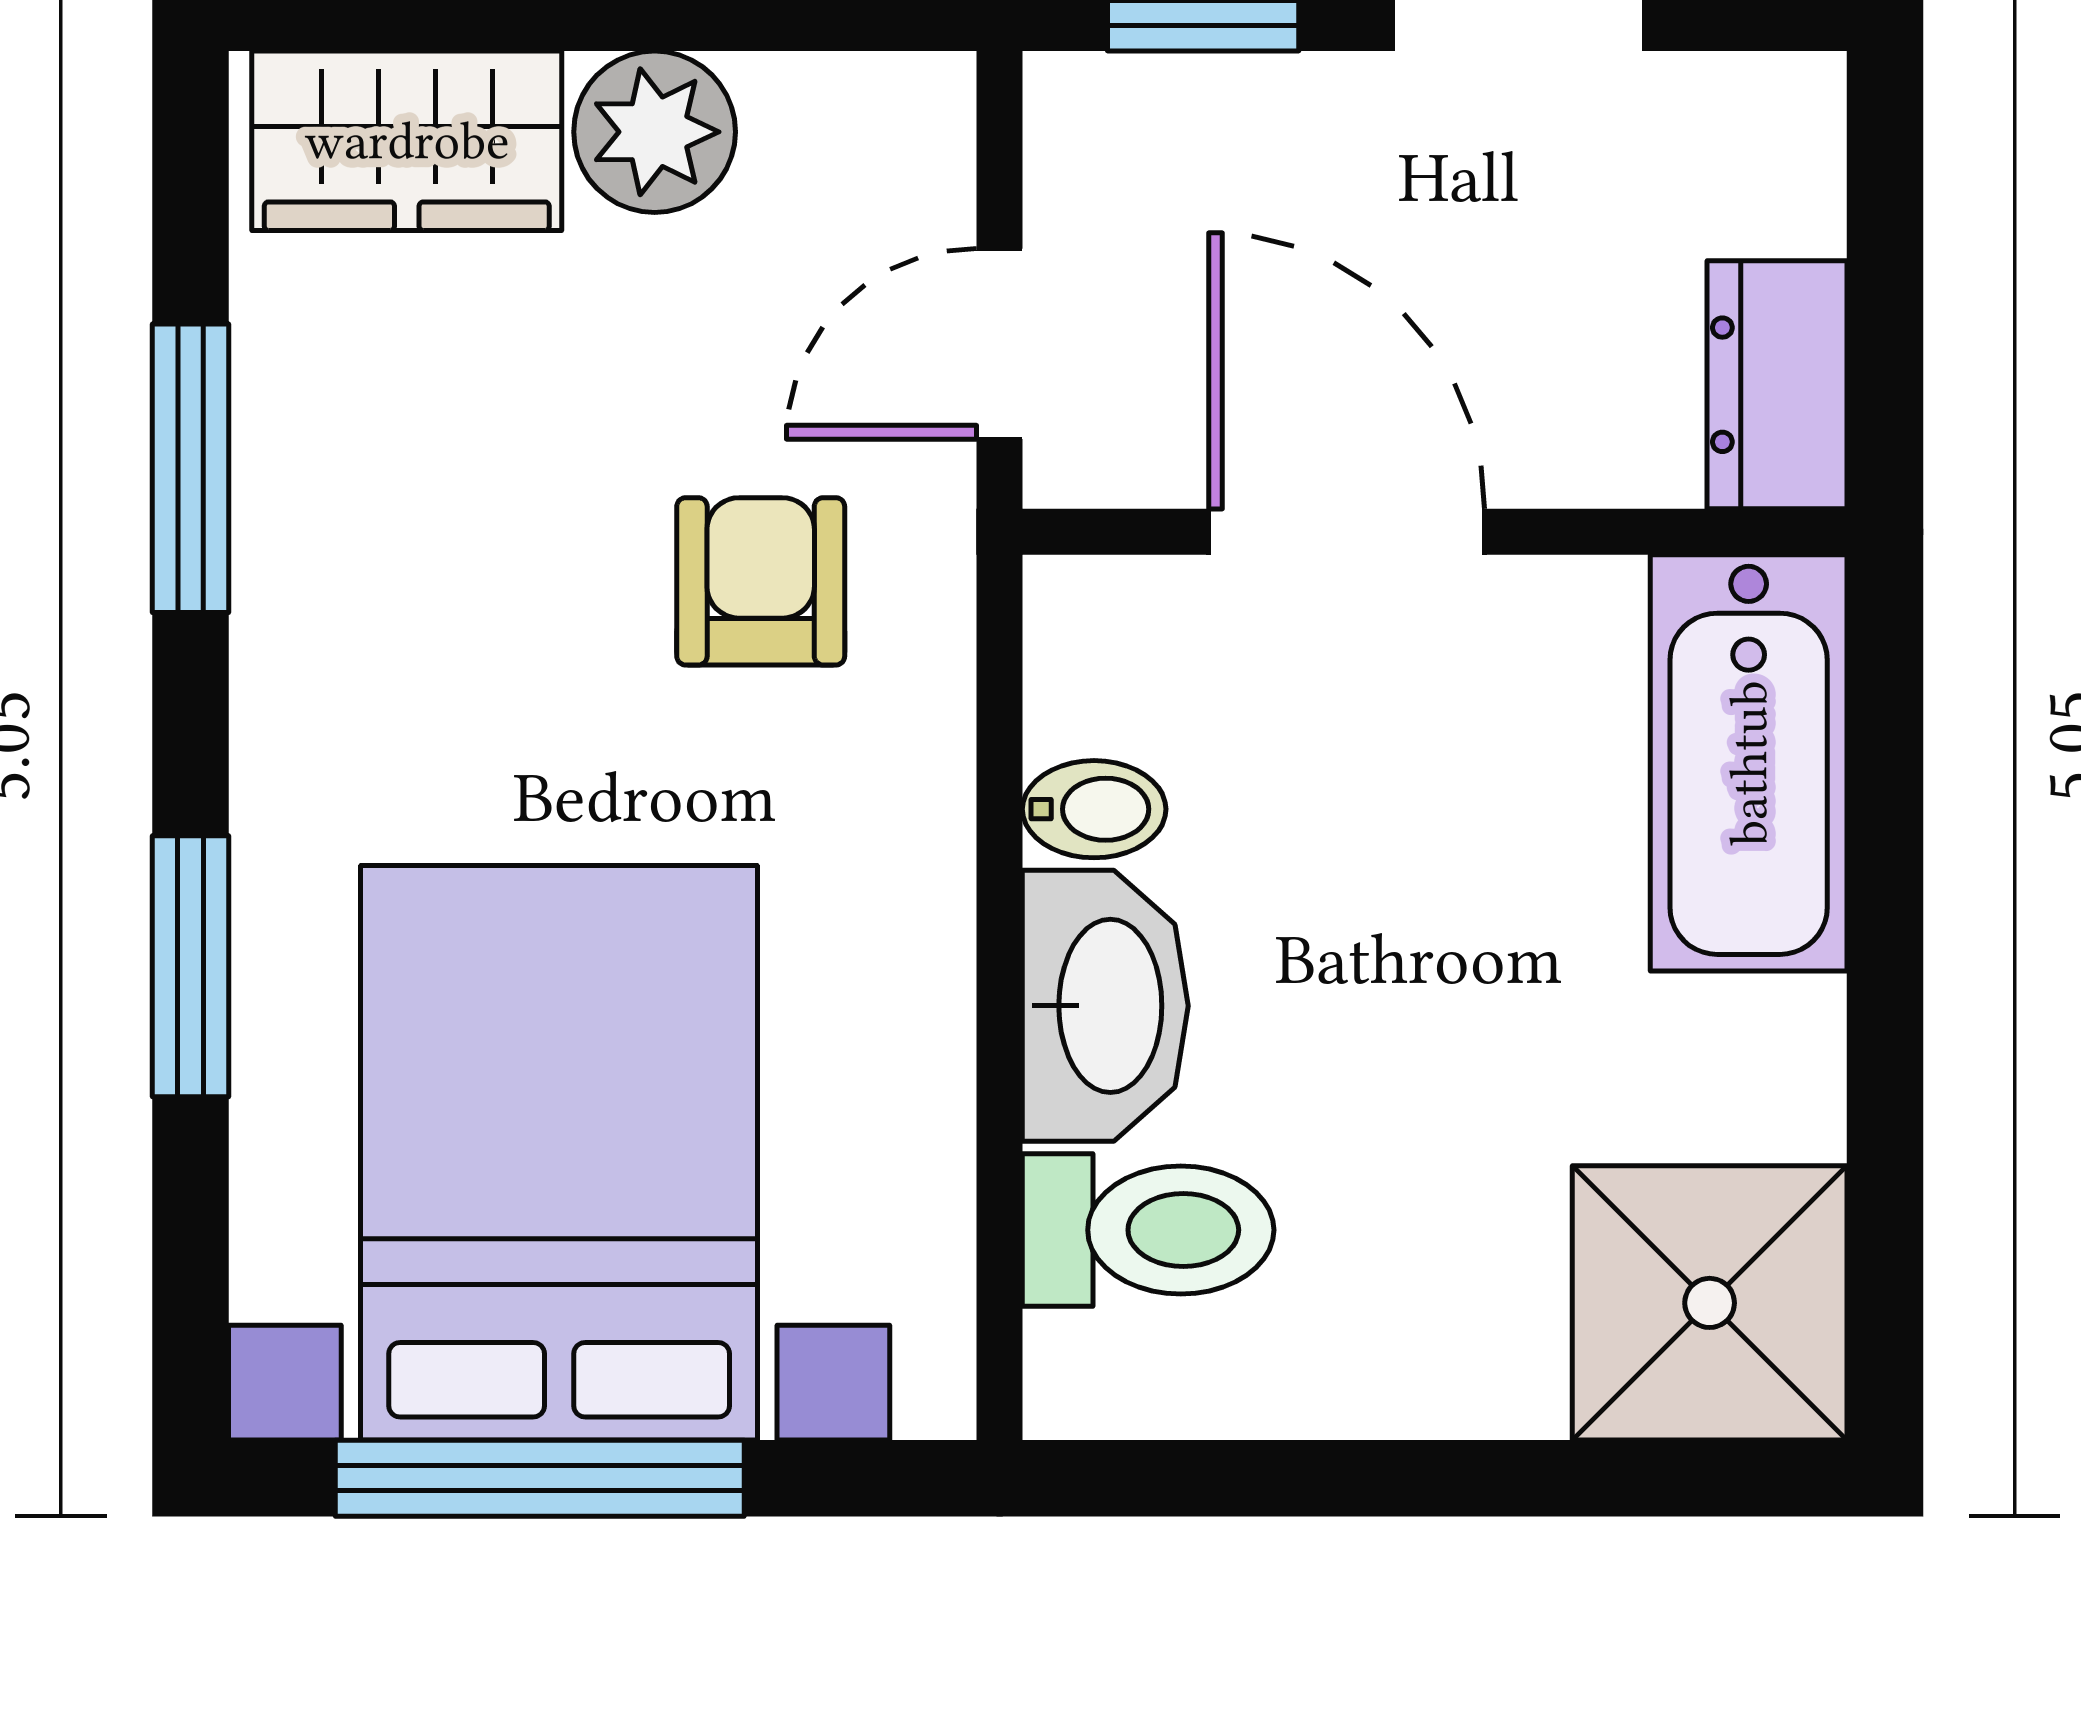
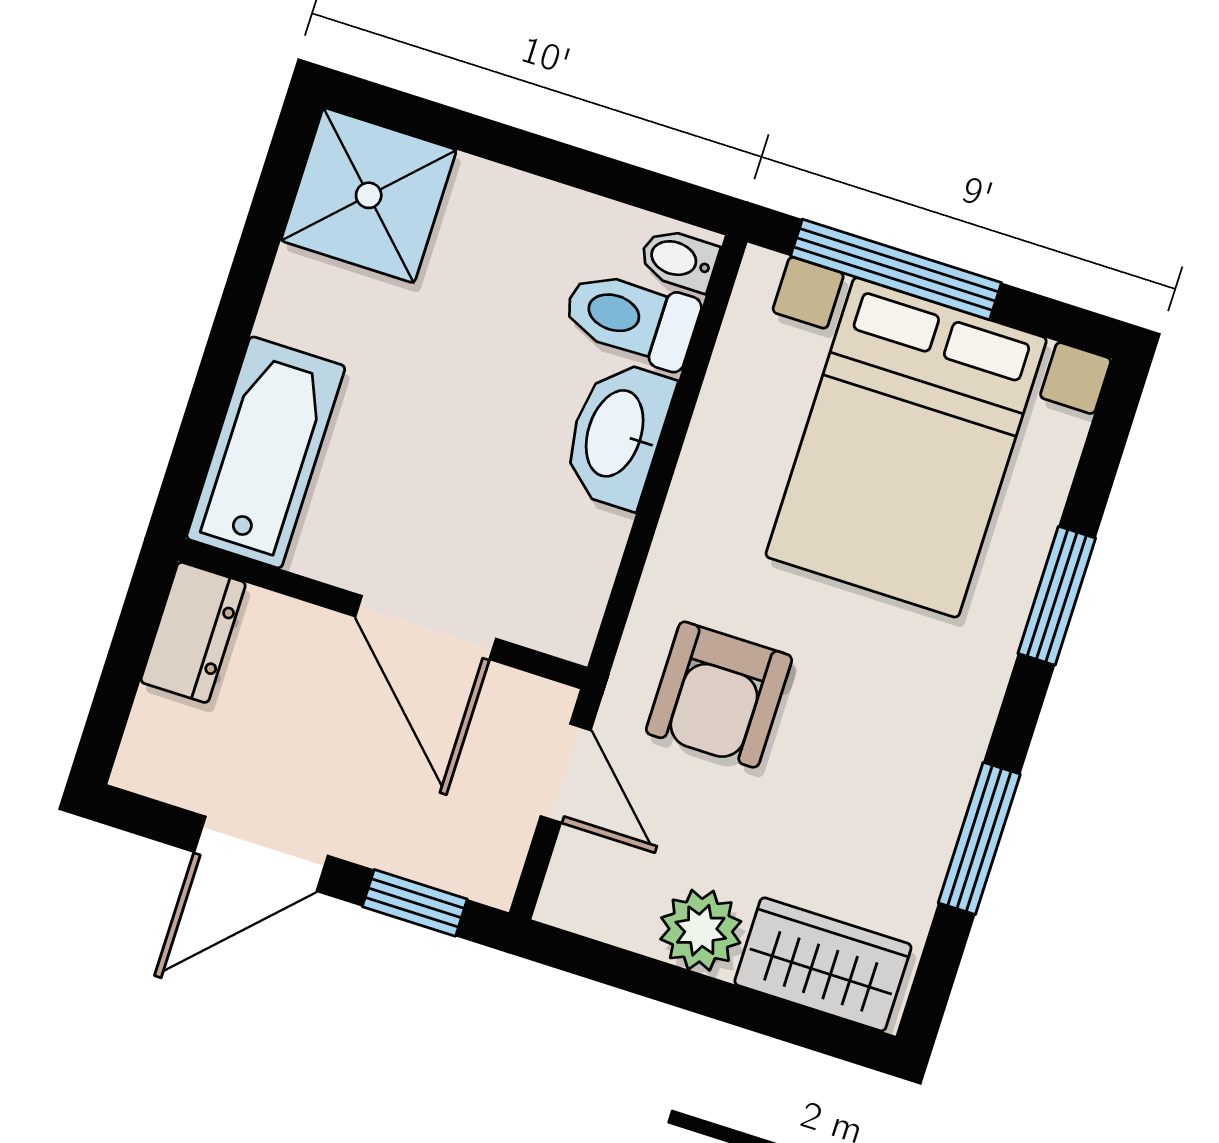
door: (1000, 344) -> (566, 773), hinge flipped
armchair: (761, 581) -> (719, 695), width x1.38, depth x1.38
bidet: (1094, 809) -> (679, 260), moved
window: (540, 1478) -> (896, 269), moved

